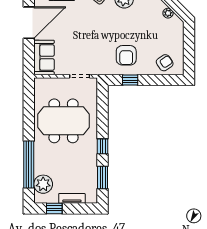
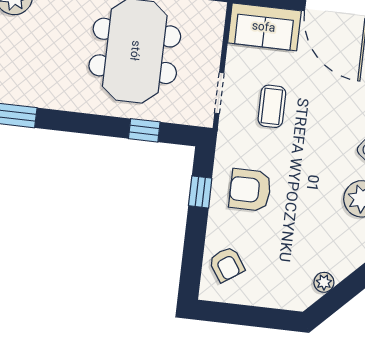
coffee table: (83, 49) -> (272, 106), added
window: (103, 146) -> (144, 130), moved

